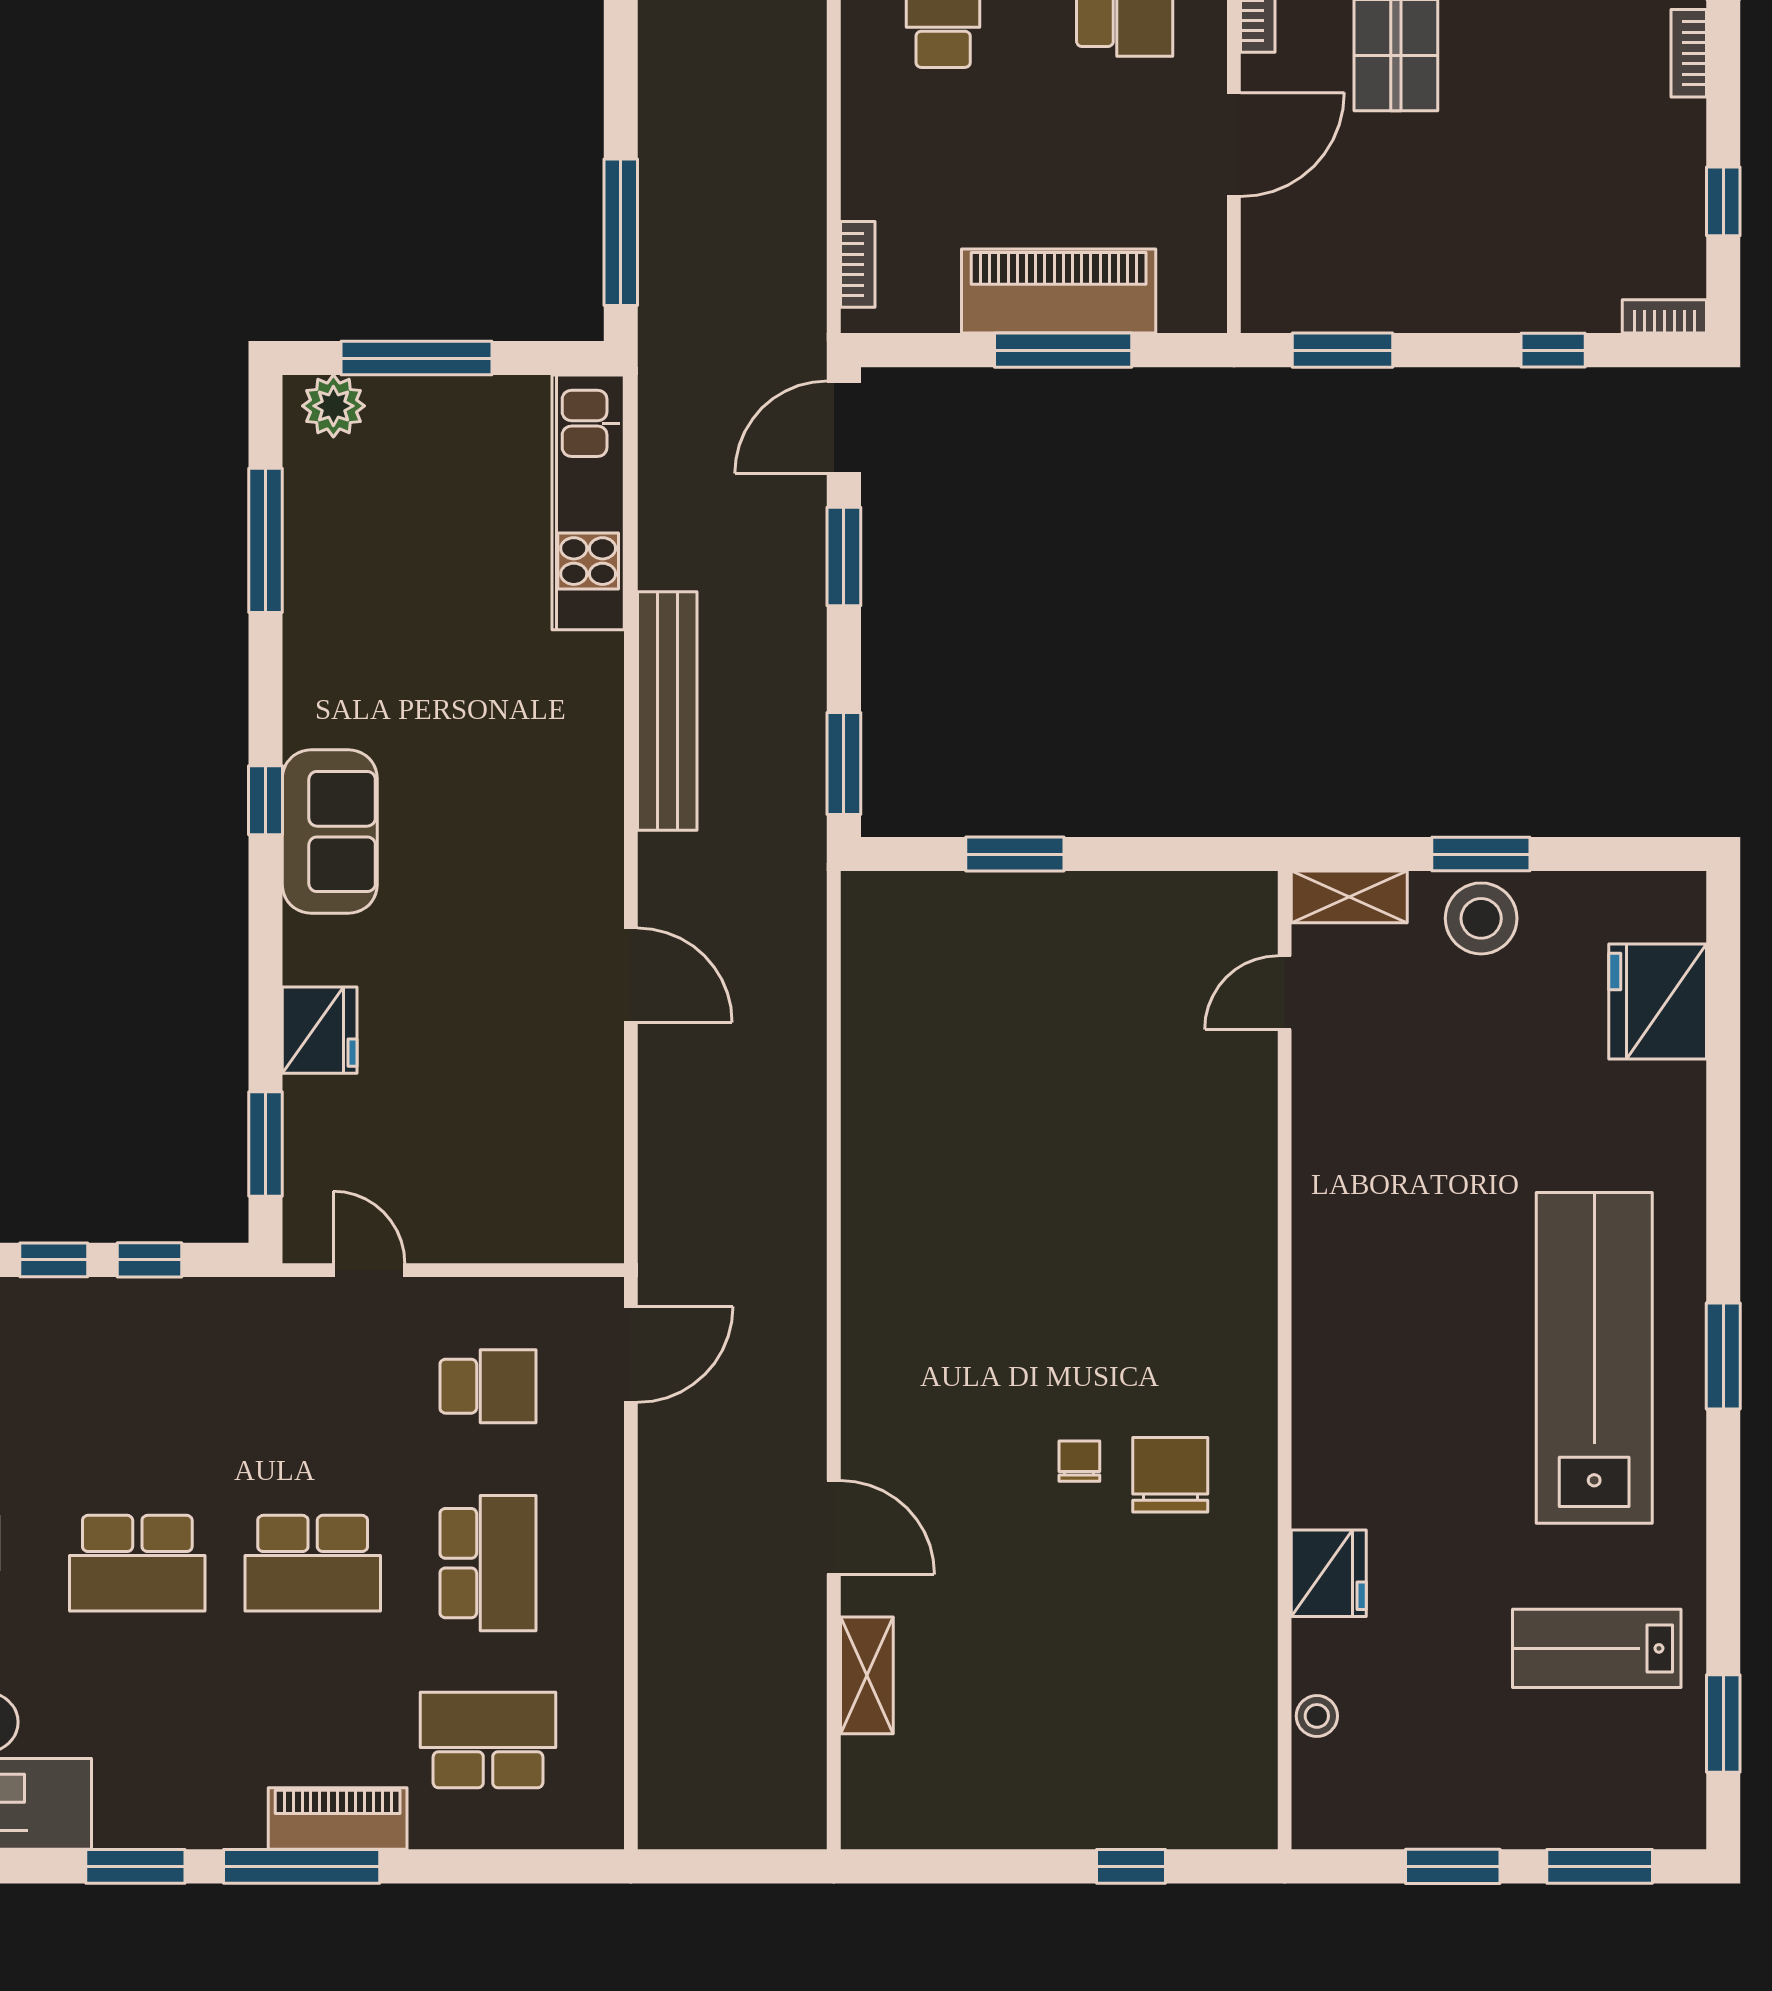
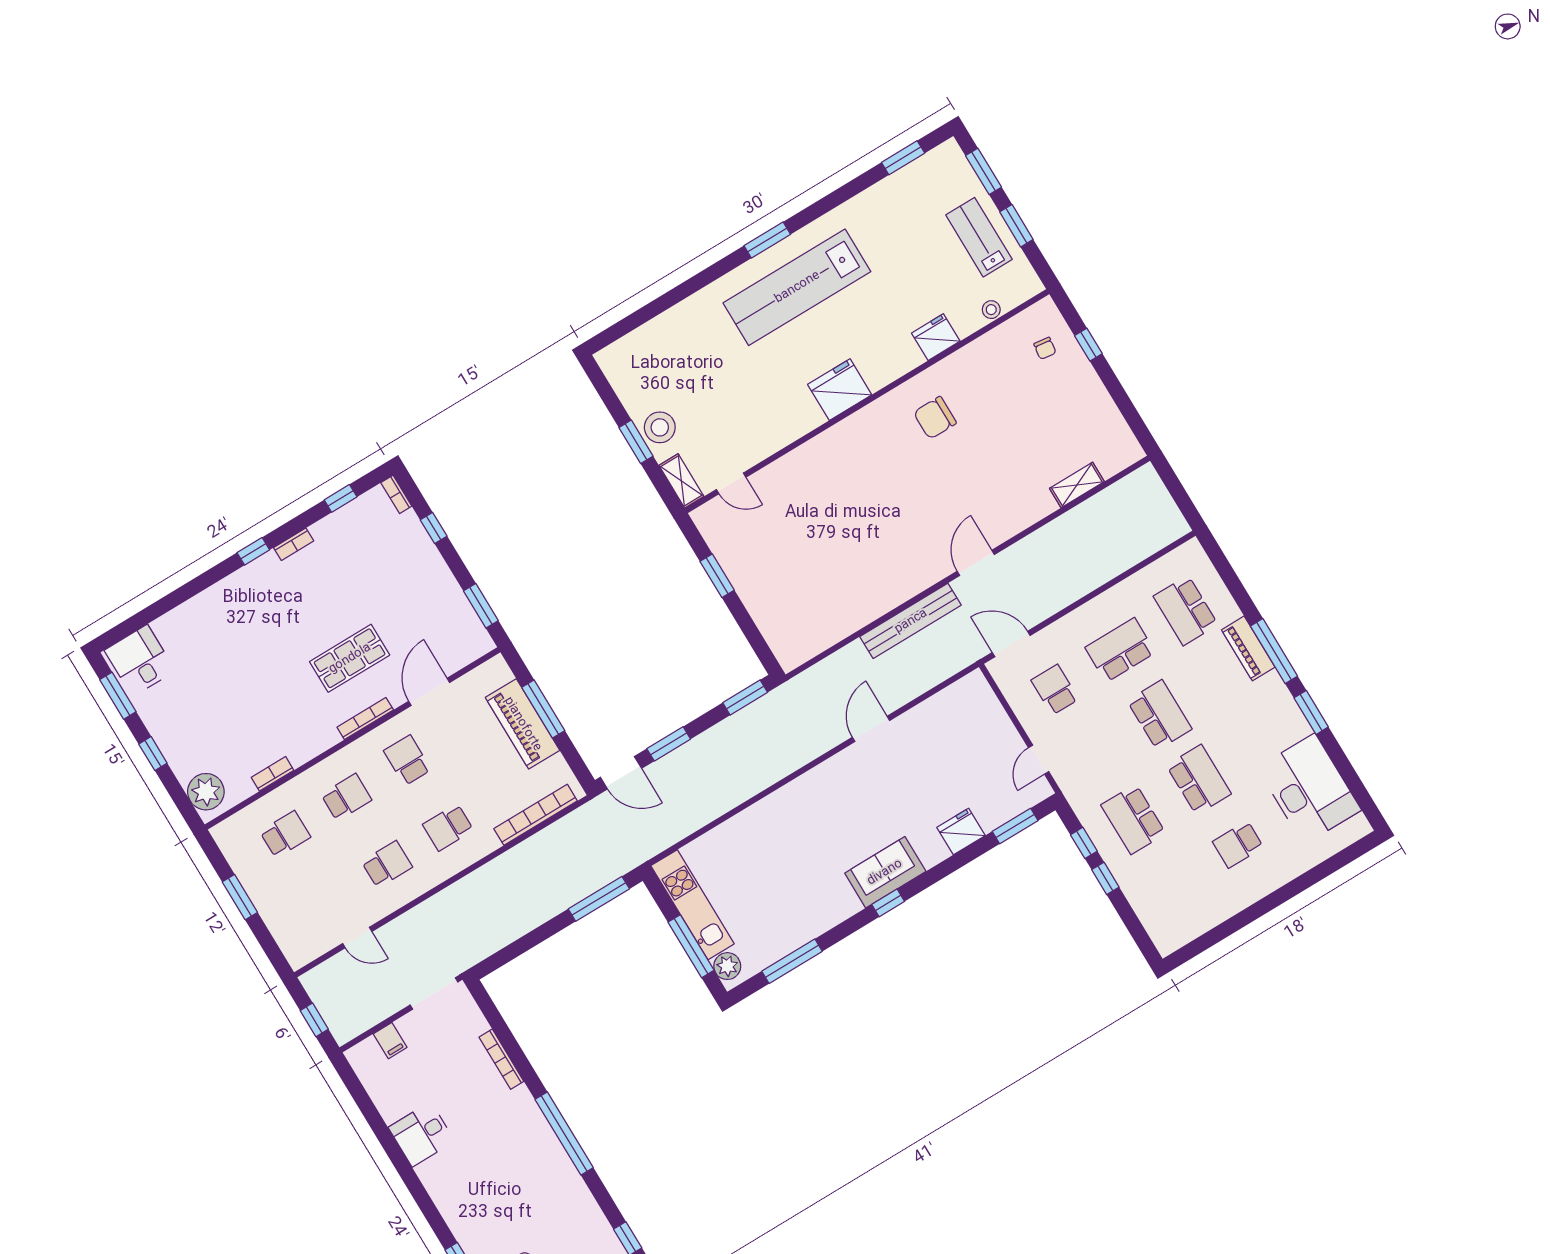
door: (1234, 145) -> (429, 692), hinge flipped
bookcase: (858, 264) -> (536, 815), width x2.31, depth x1.31
kitchen unit: (588, 502) -> (693, 905), moved, turned -90
bench: (667, 711) -> (911, 621), moved
window: (1015, 854) -> (717, 576), moved
fridge: (1658, 1002) -> (840, 390), moved, turned 180
school desk: (137, 1386) -> (1133, 819), added
chair: (1079, 1461) -> (1045, 348), moved, turned -82
door: (834, 1527) -> (976, 563), moved
lab bench: (1597, 1648) -> (979, 237), moved, turned 180

